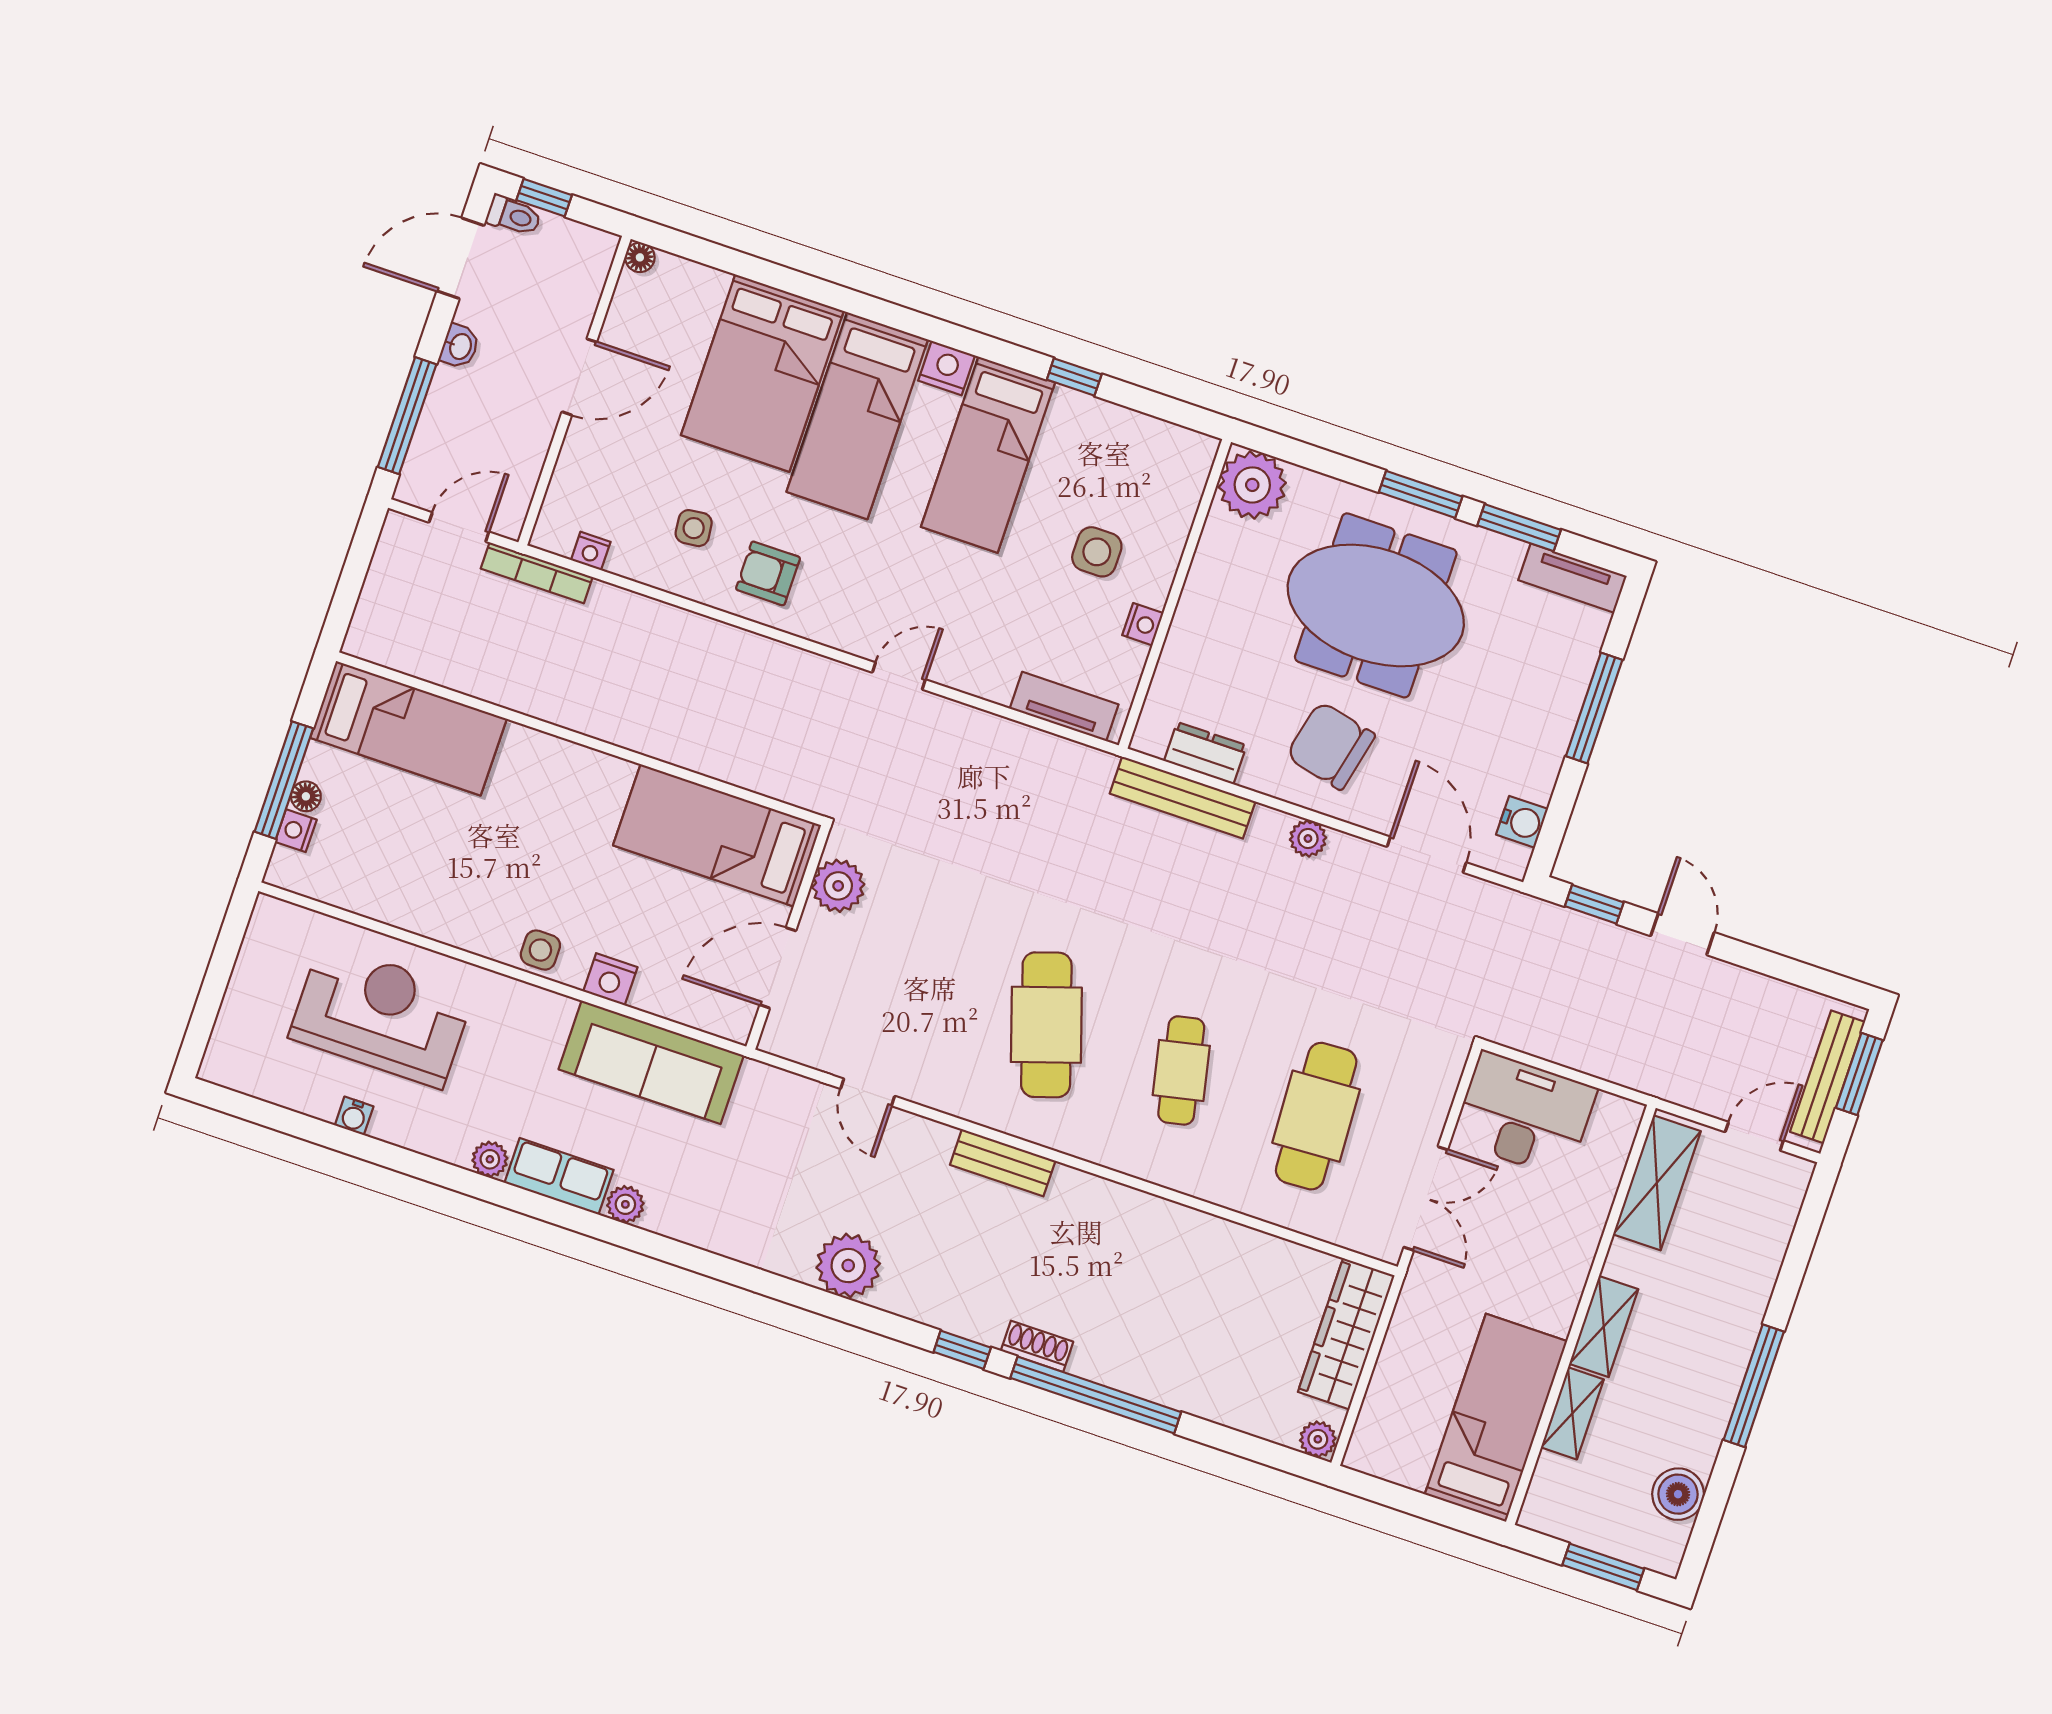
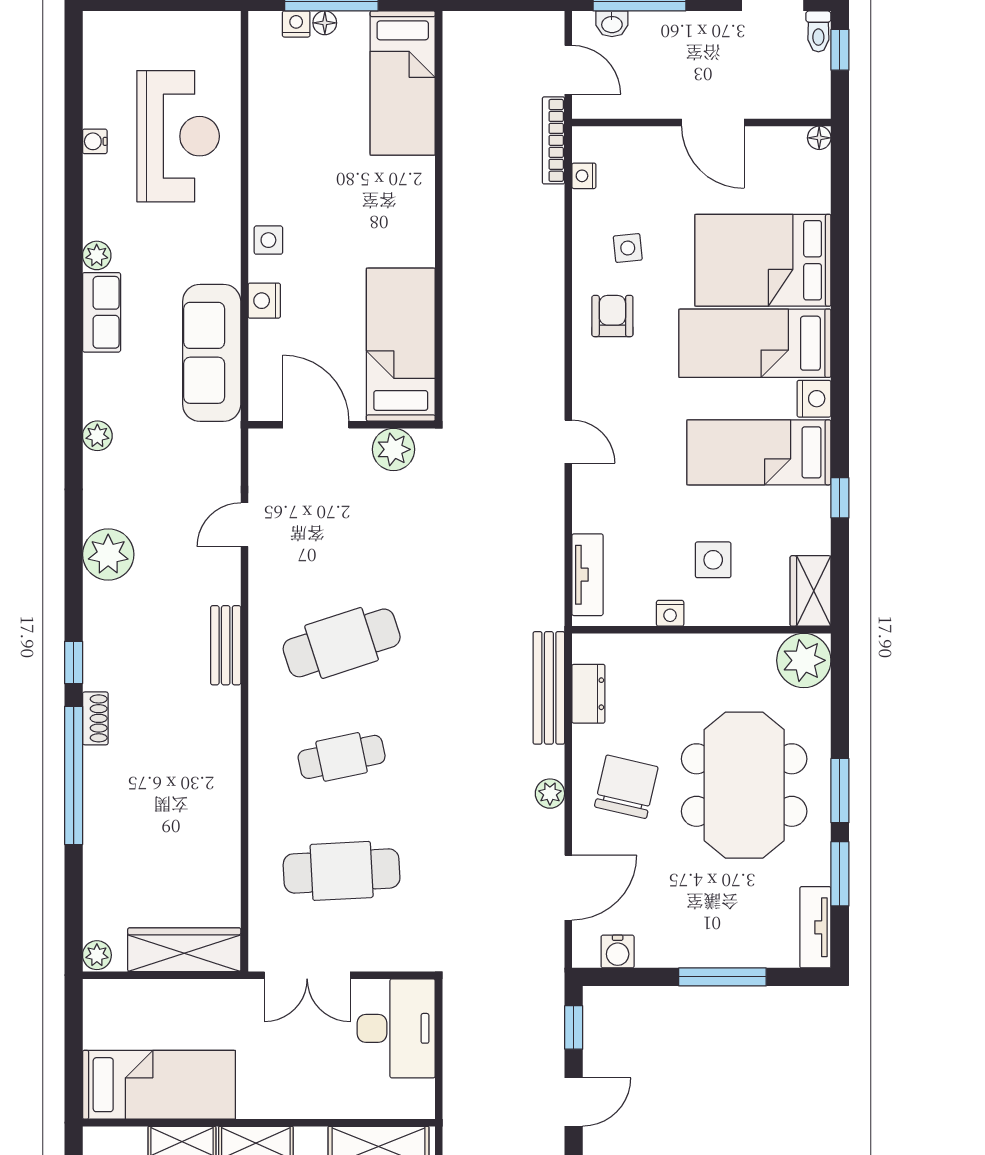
washbasin: (460, 346) -> (612, 24), moved
wardrobe: (1173, 449) -> (810, 591), added
plant: (625, 1204) -> (97, 436), moved

